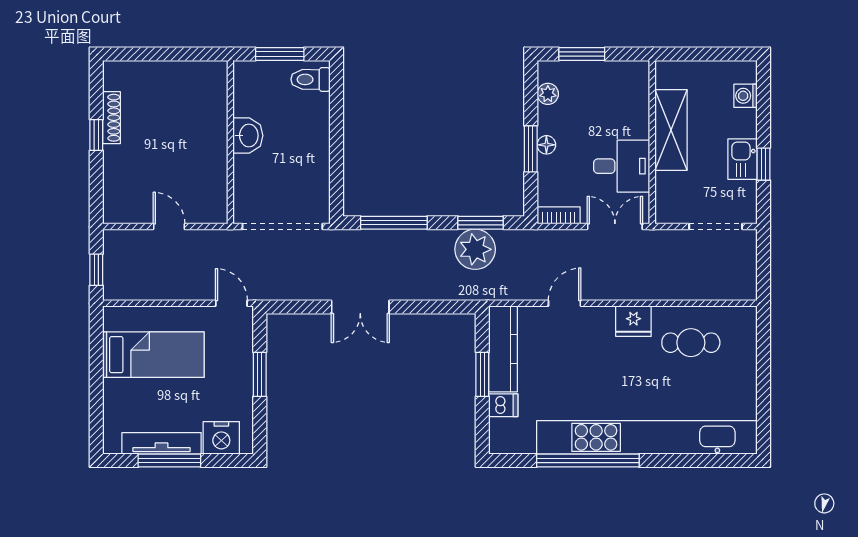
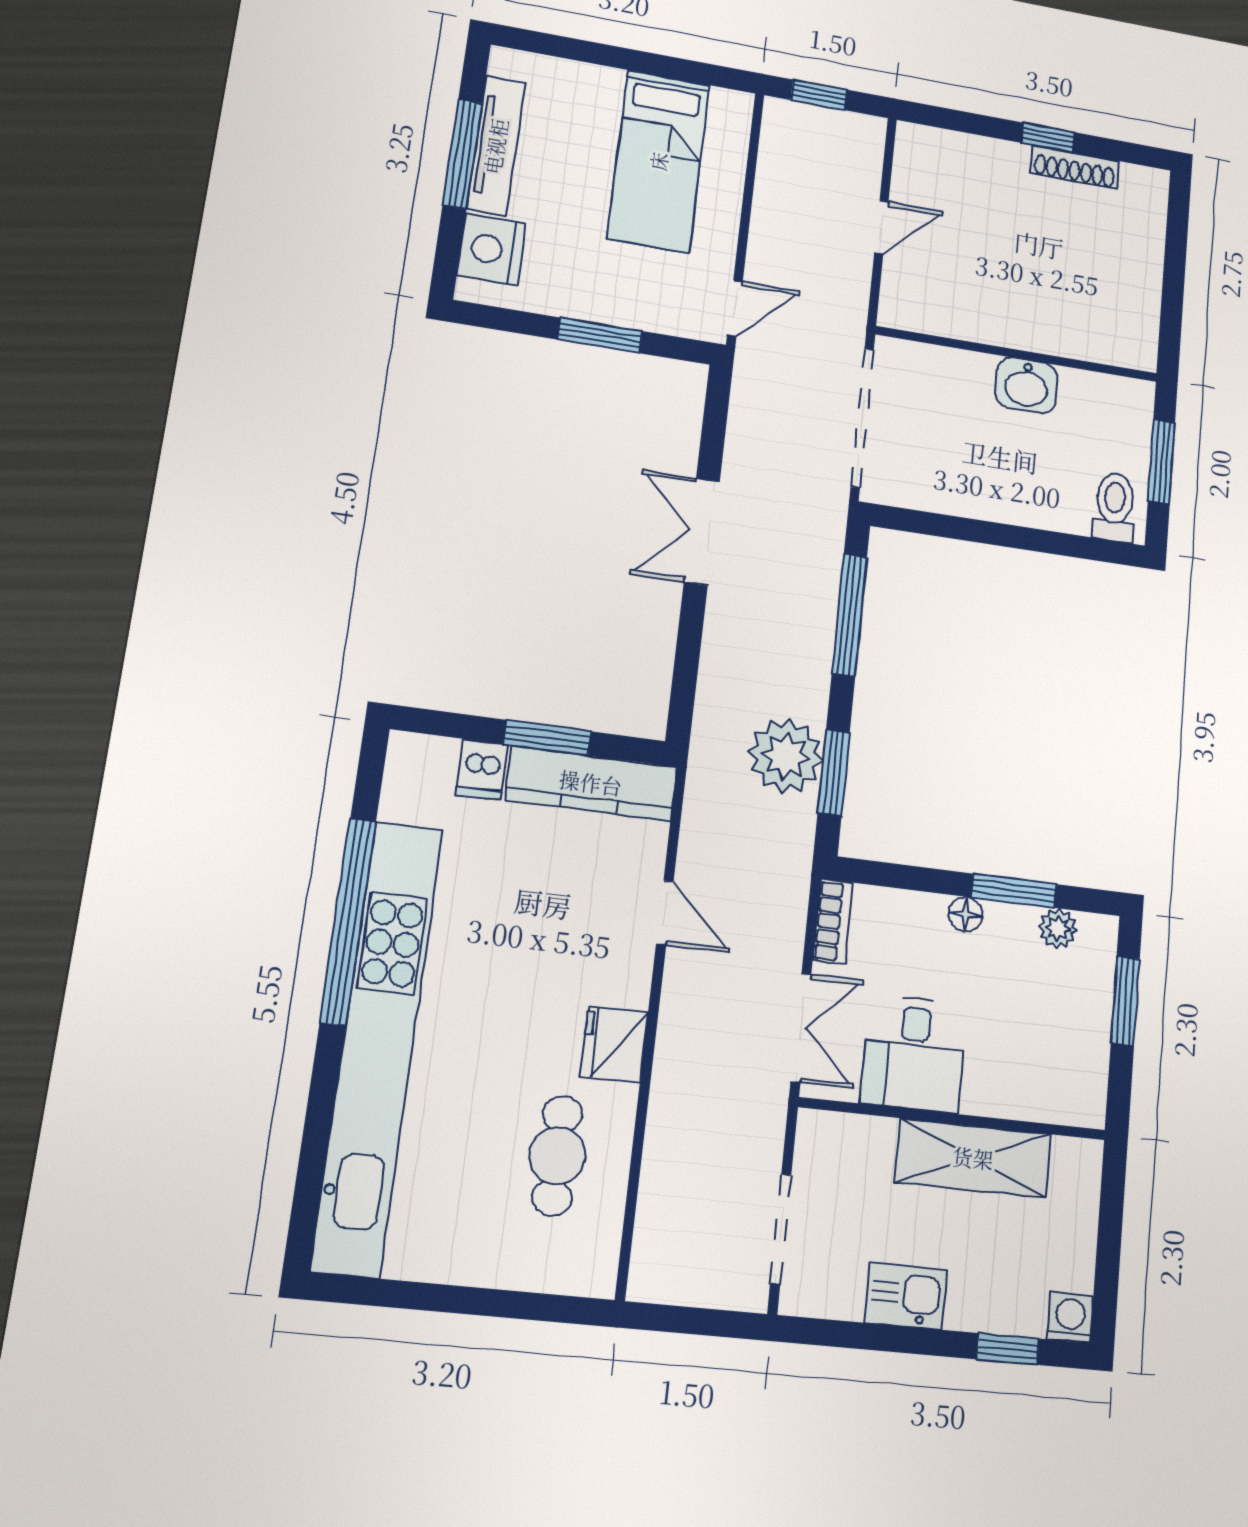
washing machine: (745, 96) -> (1070, 1318), moved
window: (531, 149) -> (1014, 891), moved
window: (763, 164) -> (1008, 1349), moved

